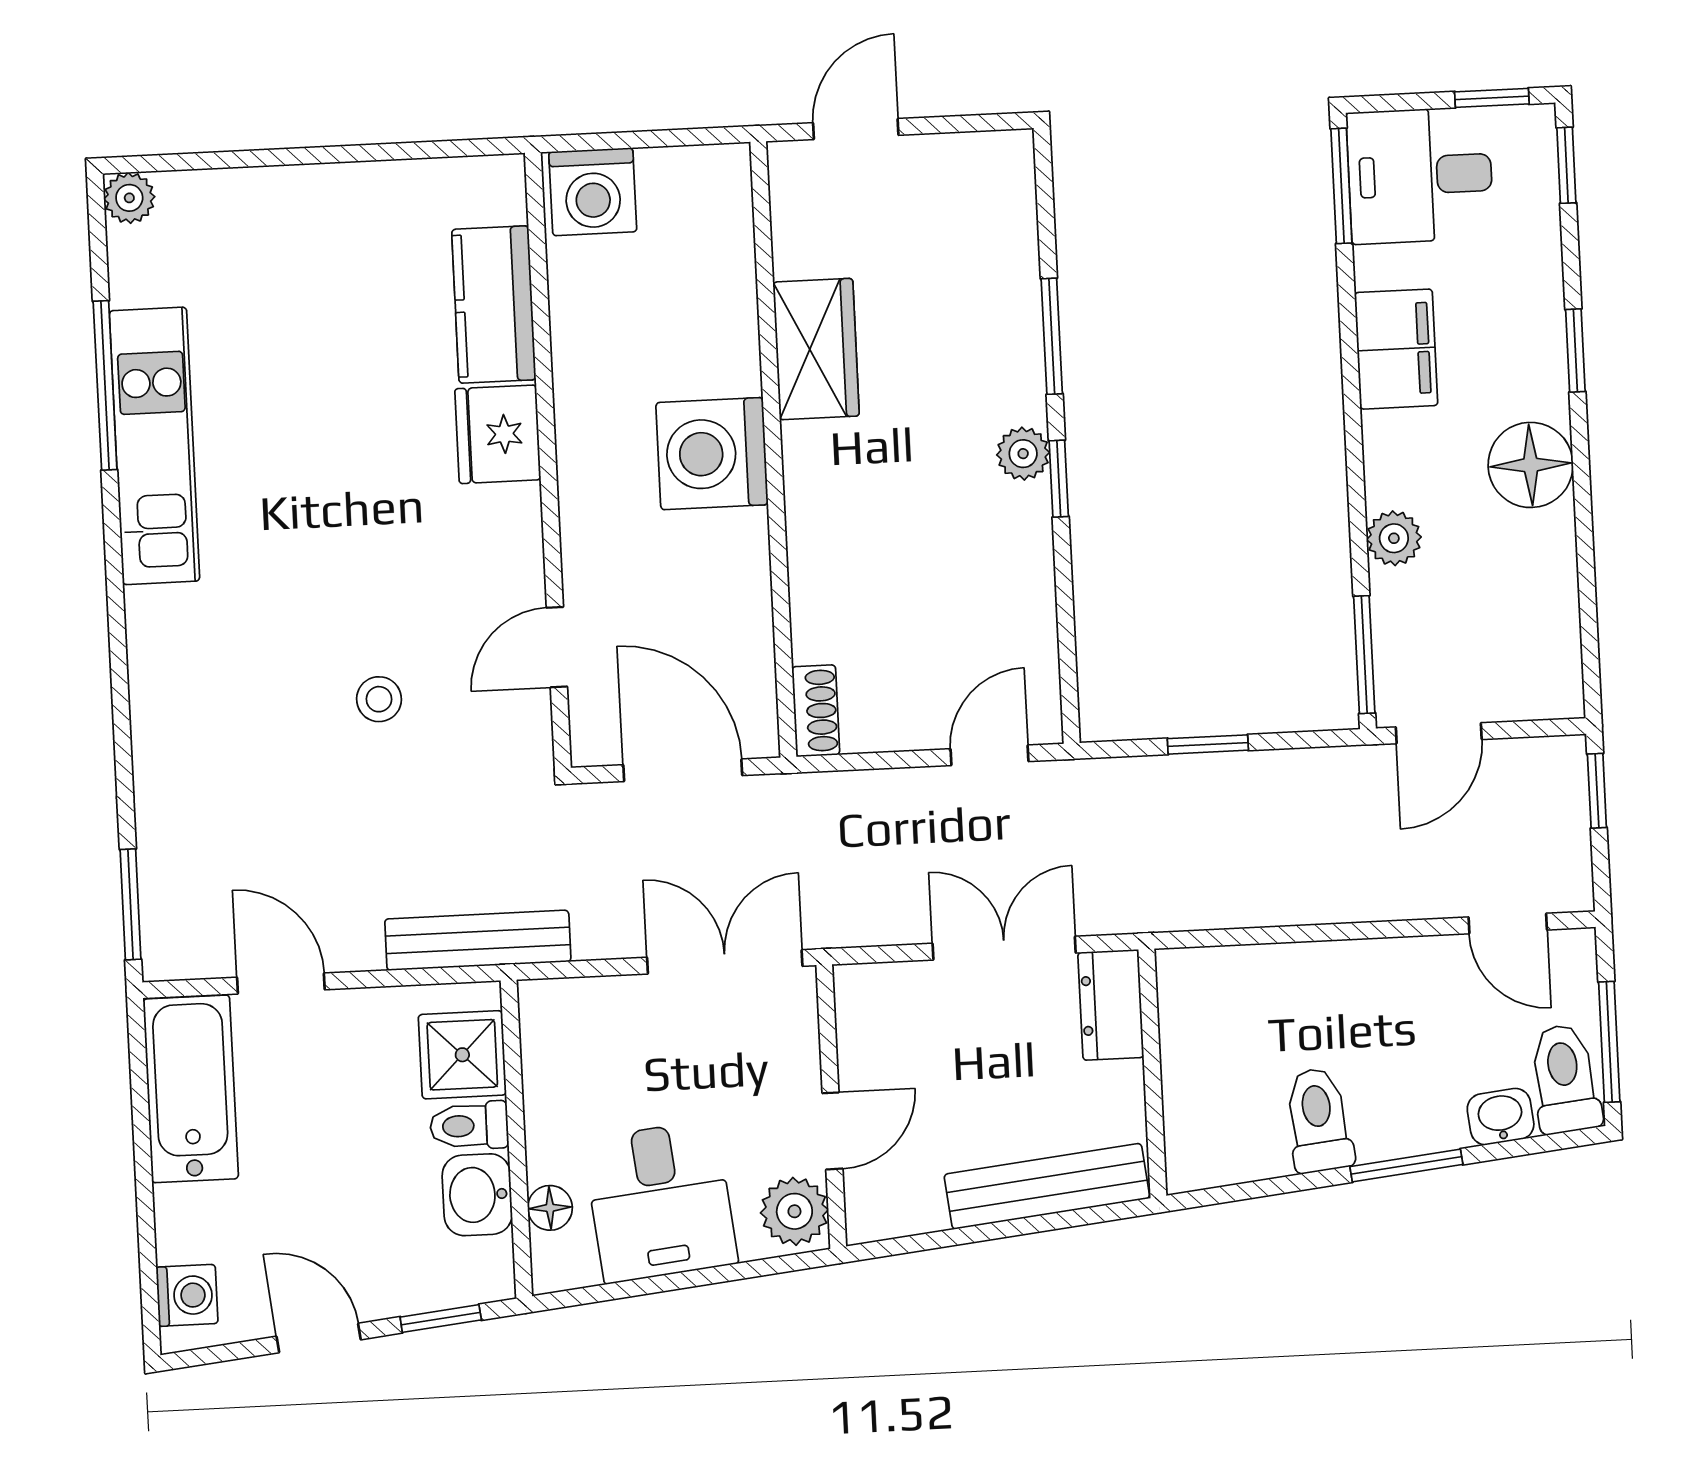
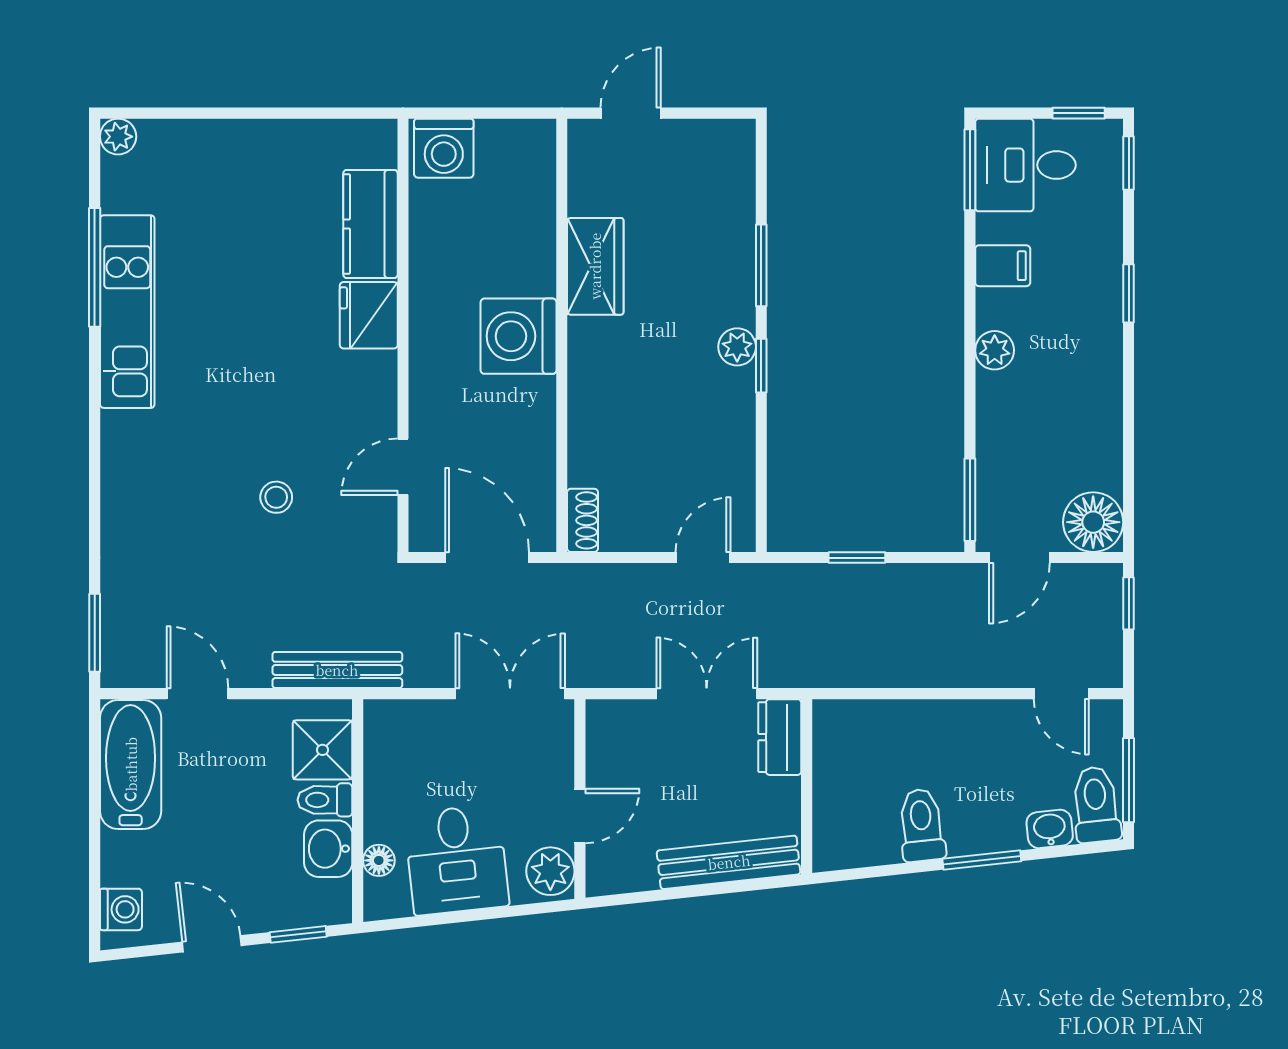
filing cabinet: (1396, 349) -> (1003, 266), width x0.50
floor lamp: (1531, 465) -> (1093, 522), moved
plant: (1394, 538) -> (995, 350), moved

